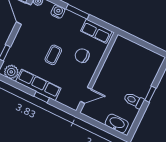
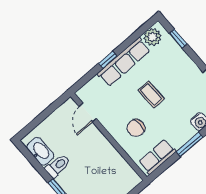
chair: (82, 56) -> (136, 128), turned 180
washbasin: (117, 123) -> (40, 151), moved, turned -90

